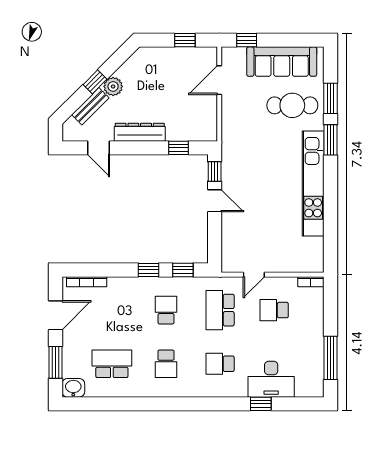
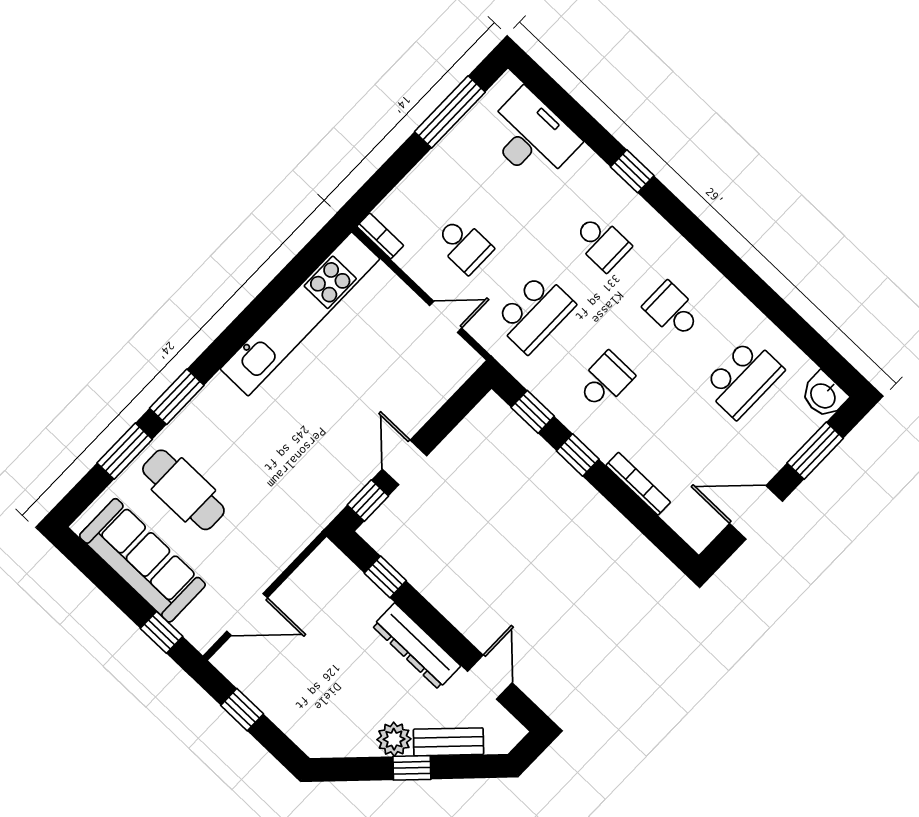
kitchen unit: (313, 184) -> (300, 314), moved
bookcase: (87, 282) -> (638, 484), moved
school desk: (166, 310) -> (605, 381), turned 180
school desk: (112, 364) -> (743, 378), turned -90
school desk: (166, 364) -> (672, 310), turned -90
desk: (271, 379) -> (531, 136), moved
window: (261, 404) -> (632, 171), moved

